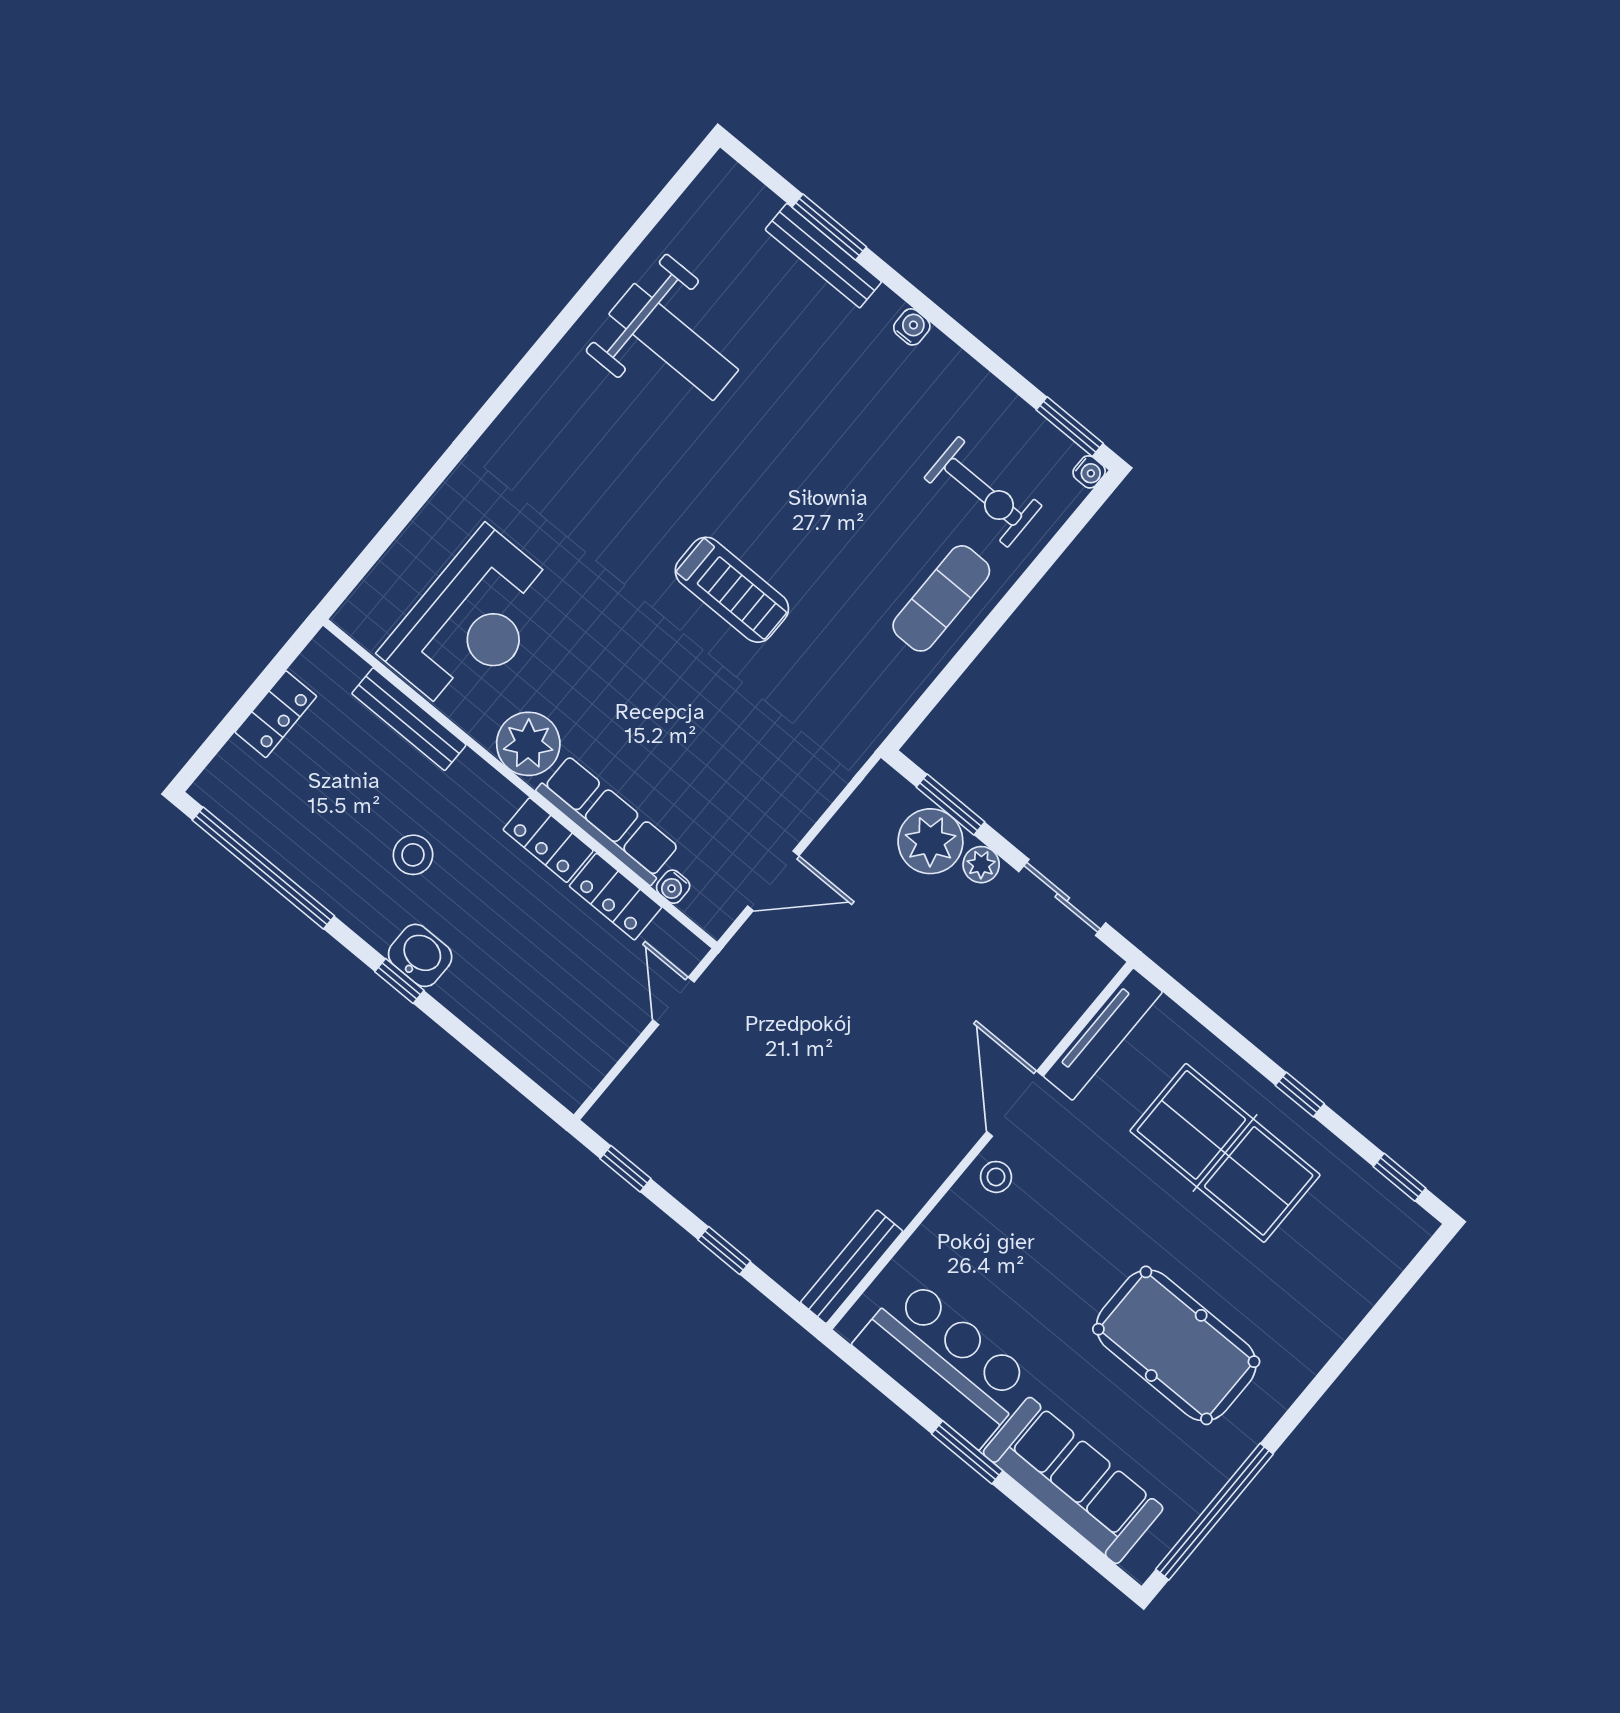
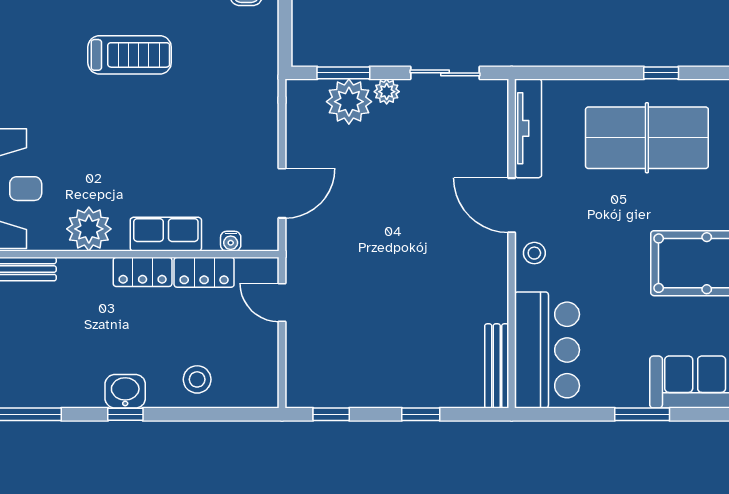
row of seats: (608, 820) -> (166, 234), width x0.68
stool: (413, 855) -> (197, 379), moved
bar counter: (944, 1362) -> (547, 350), moved, turned 90

